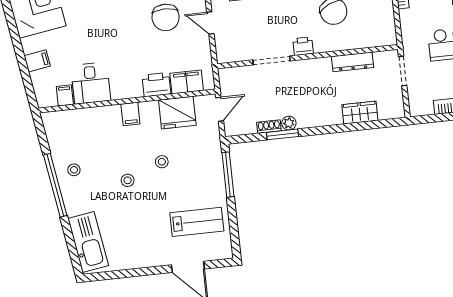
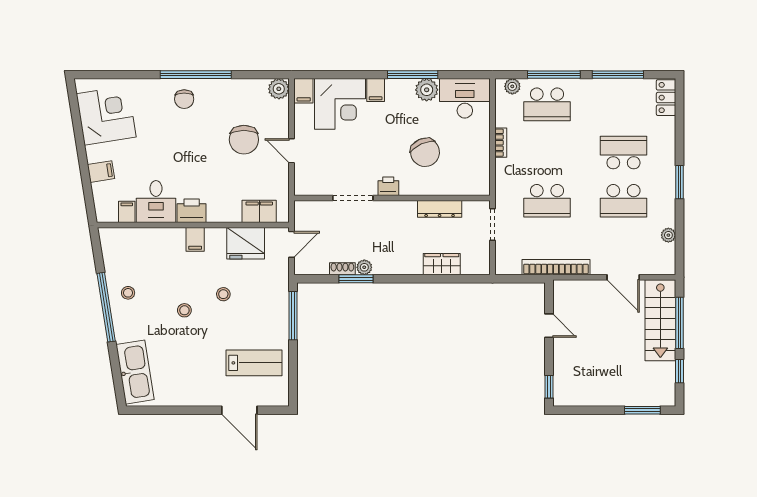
printer: (156, 85) -> (192, 211), moved

